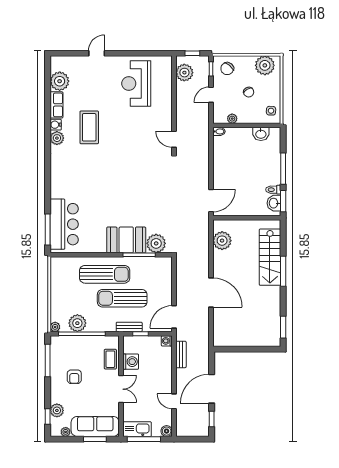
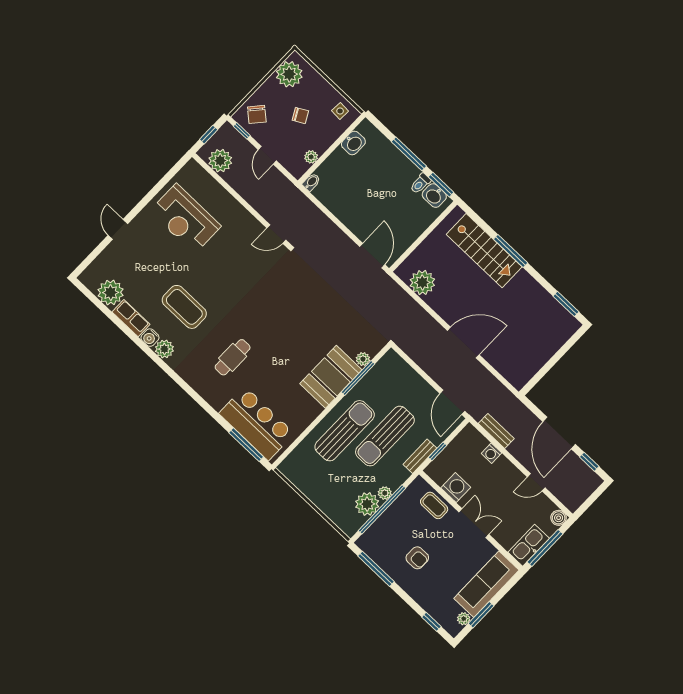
cafe table: (87, 178) -> (233, 357), added
plant: (156, 243) -> (363, 359), width x0.53, depth x0.53
plant: (55, 327) -> (385, 493), moved
washing machine: (167, 341) -> (491, 453), moved
plant: (57, 410) -> (434, 607), removed
window: (95, 439) -> (481, 615), moved

